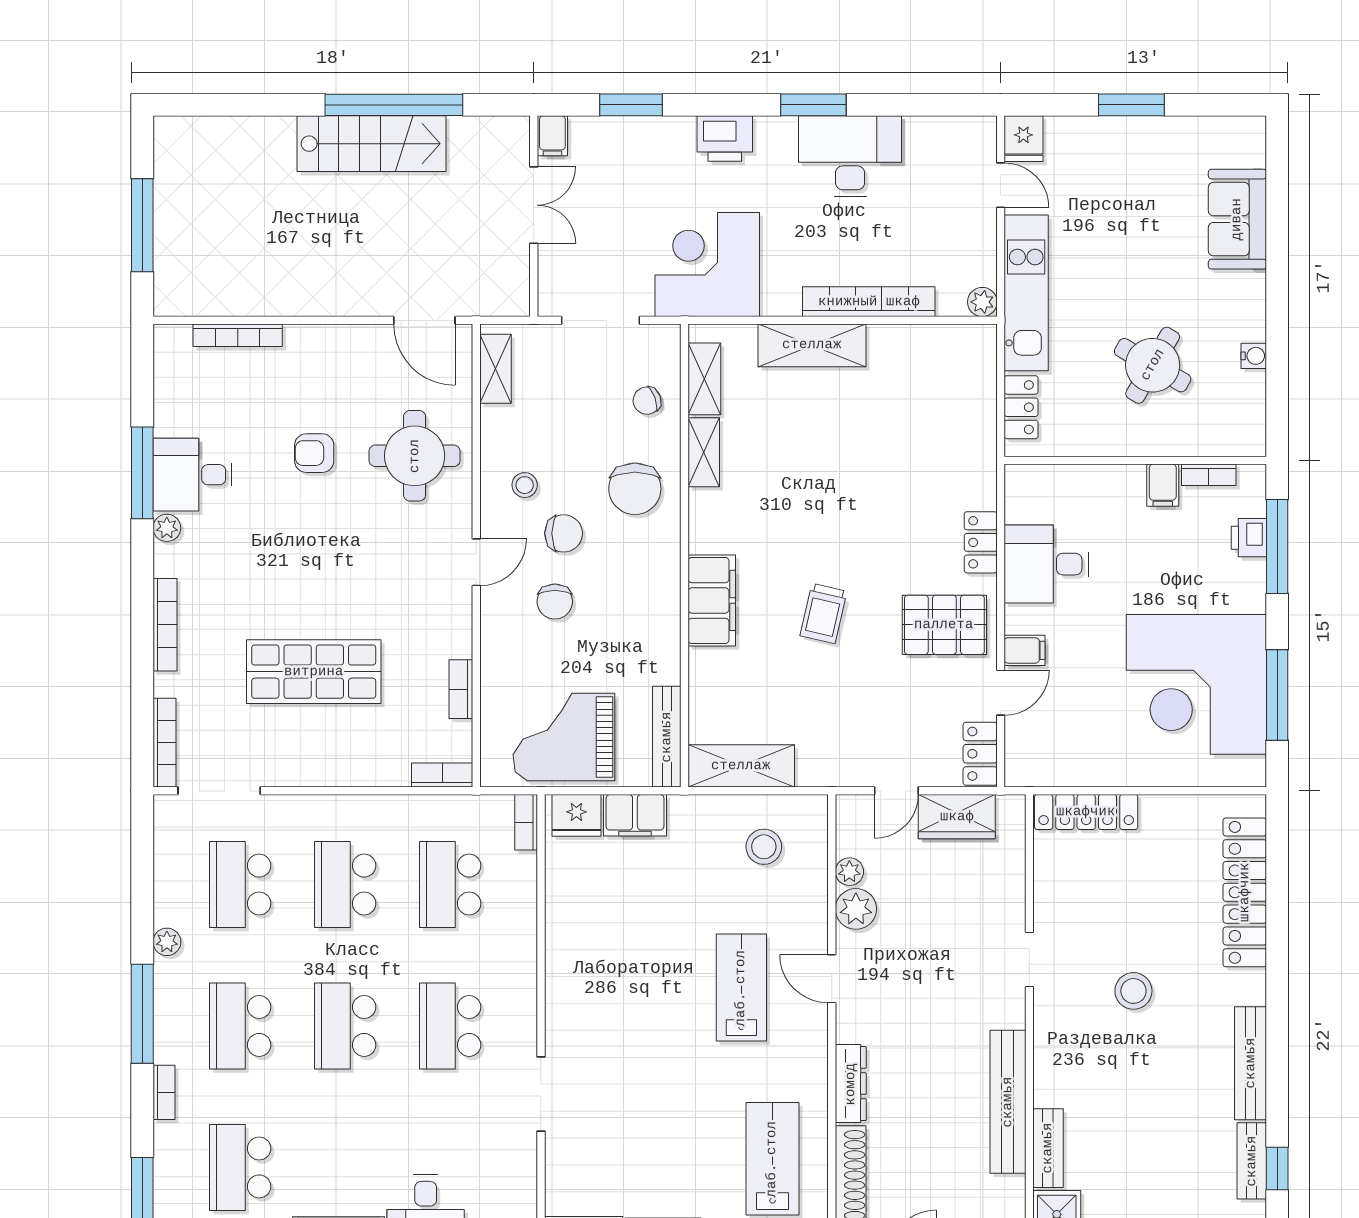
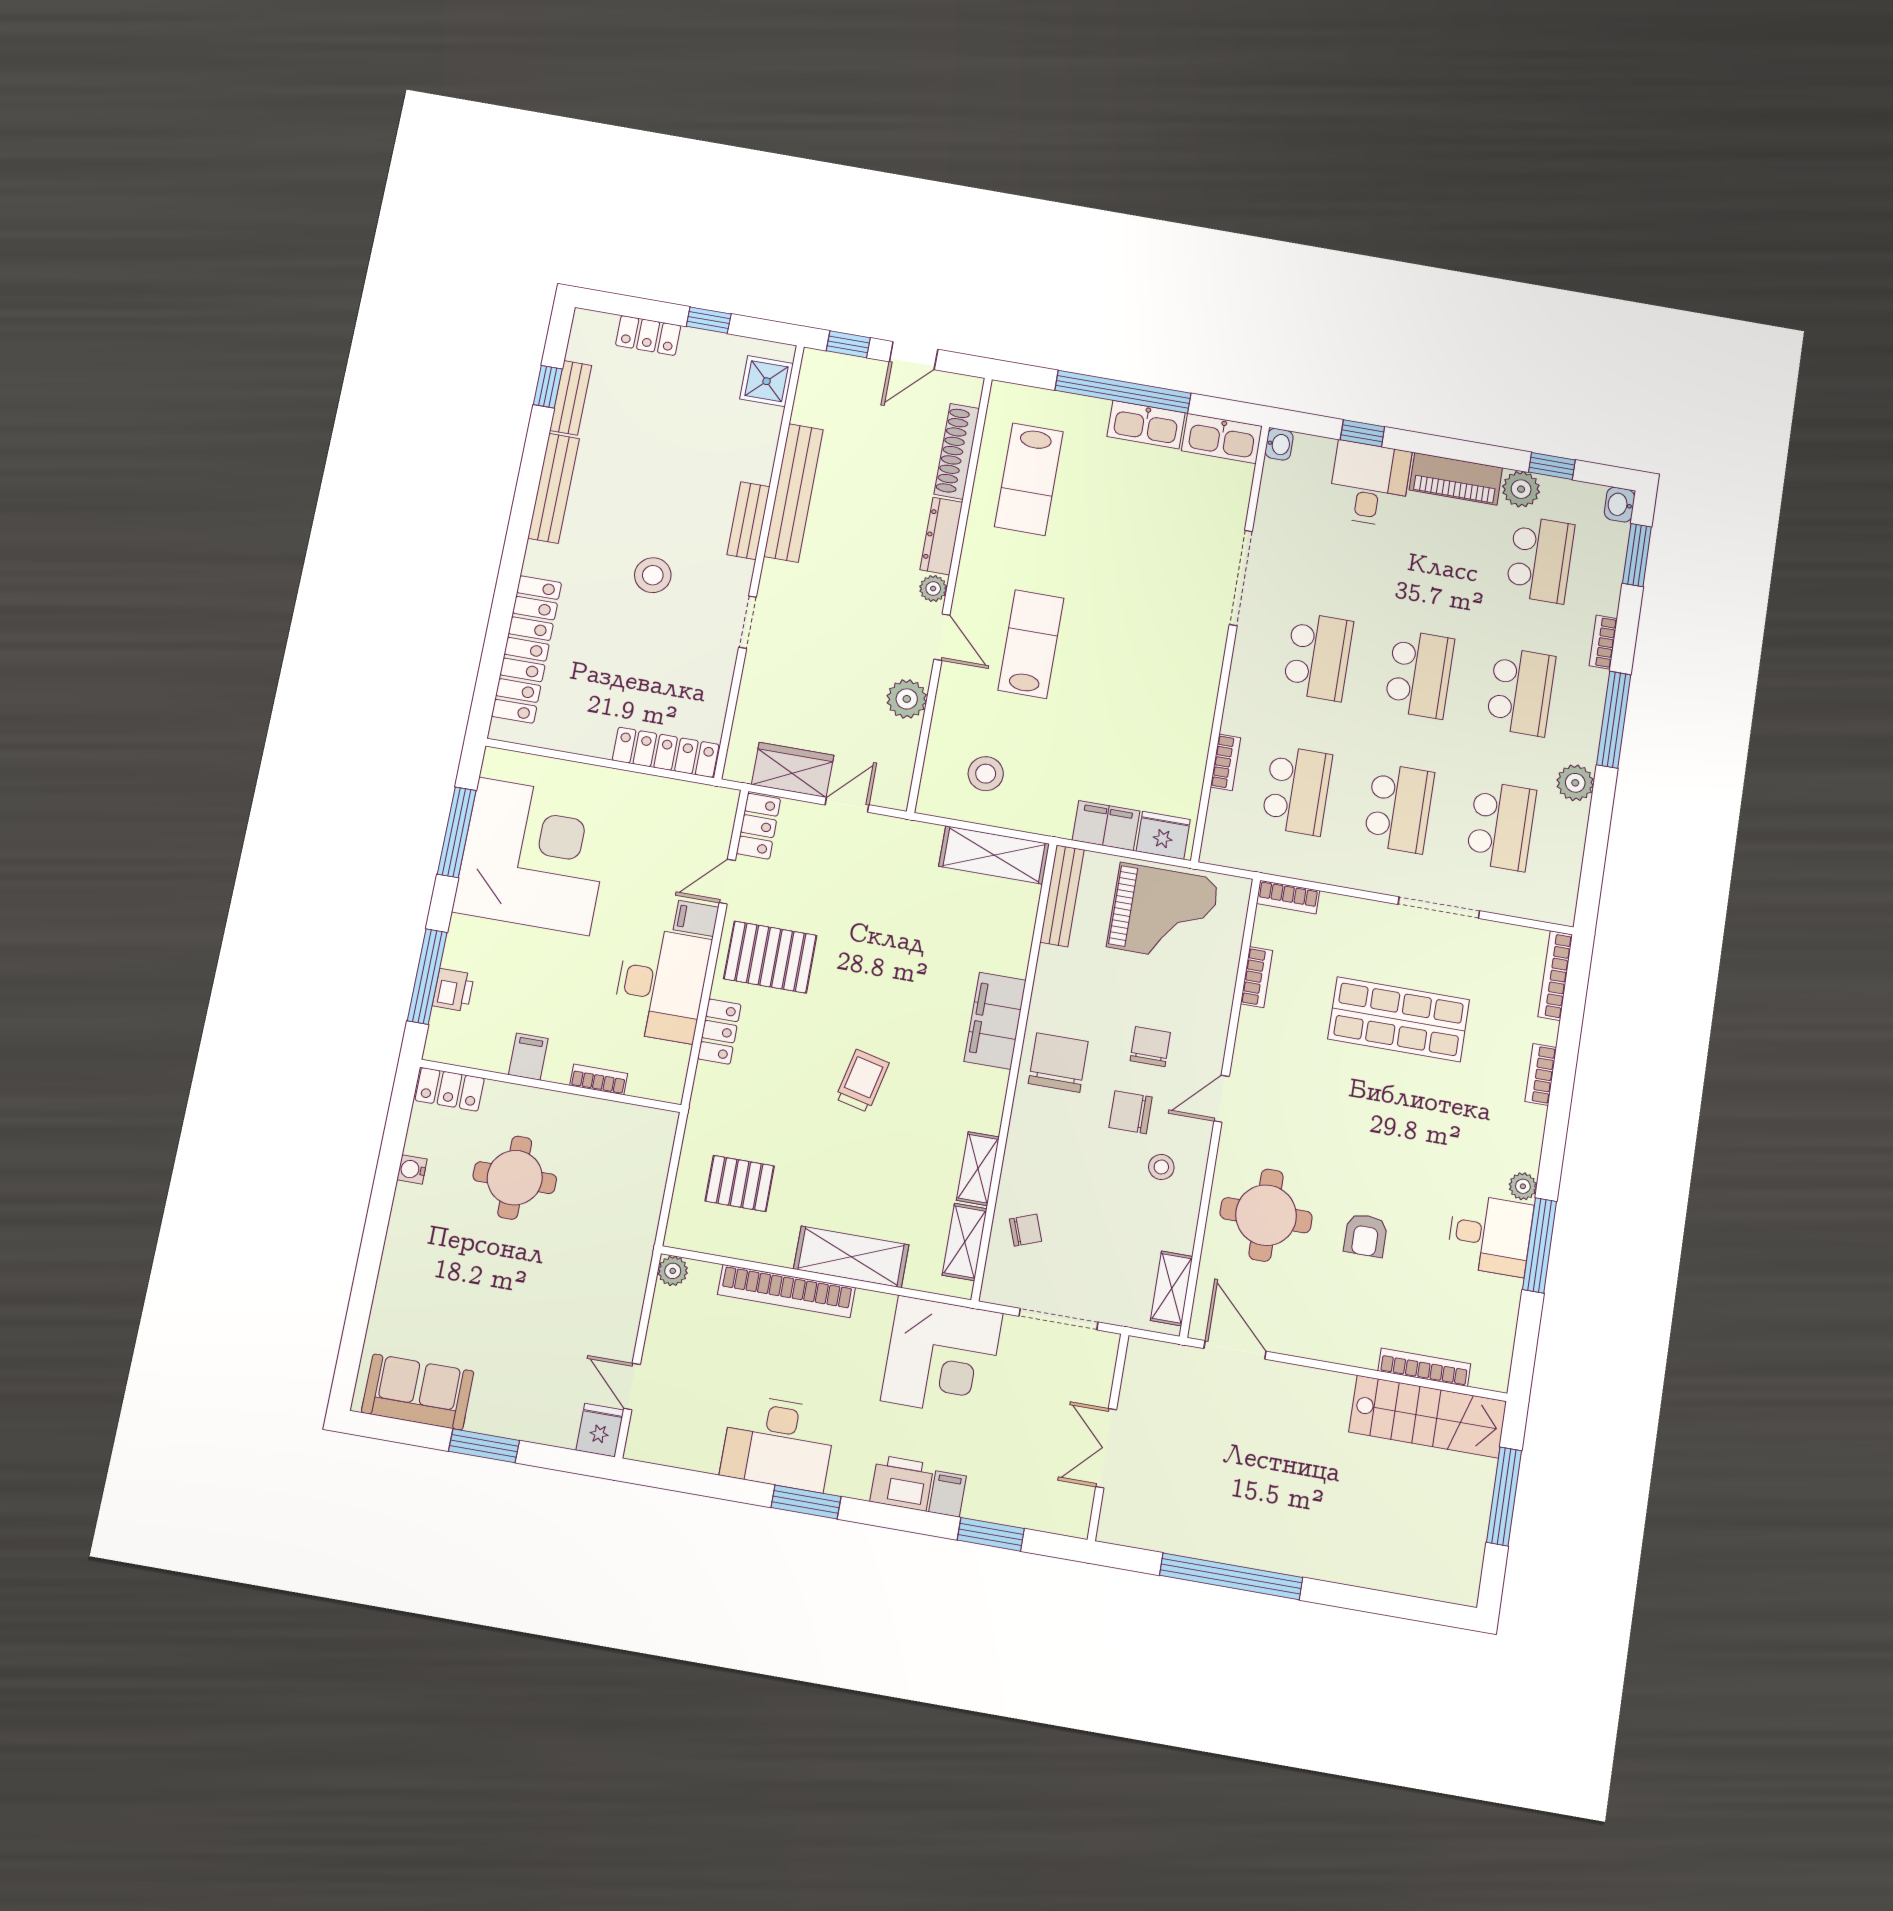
filing cabinet: (552, 136) -> (948, 1494), moved
stairs: (372, 144) -> (1428, 1417), moved, turned 180
sofa: (1237, 219) -> (418, 1392), moved, turned -90
kitchen unit: (1026, 293) -> (627, 1272), removed
round table: (1153, 365) -> (515, 1178), turned -30
pallet: (933, 397) -> (740, 1184), added
locker: (1021, 407) -> (450, 1089), moved, turned -90
armchair: (314, 453) -> (1366, 1235), turned 90
bookcase: (1209, 475) -> (599, 1079), moved
chair: (635, 489) -> (1058, 1063), moved
desk: (1046, 564) -> (661, 985), width x1.37
trolley: (824, 613) -> (862, 1081), moved
bookcase: (165, 625) -> (1541, 1074), width x0.64
doorway: (219, 791) -> (1439, 908), moved
bookcase: (526, 822) -> (1225, 762), moved
plant: (849, 872) -> (933, 588), moved
plant: (167, 942) -> (1575, 783), width x1.38, depth x1.38
lab bench: (741, 988) -> (1031, 644), turned 180
doorway: (541, 1094) -> (1241, 578), width x1.36
bench: (1048, 1148) -> (748, 521), moved

